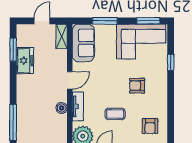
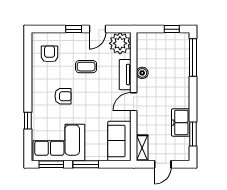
window: (105, 21) -> (86, 164), moved

